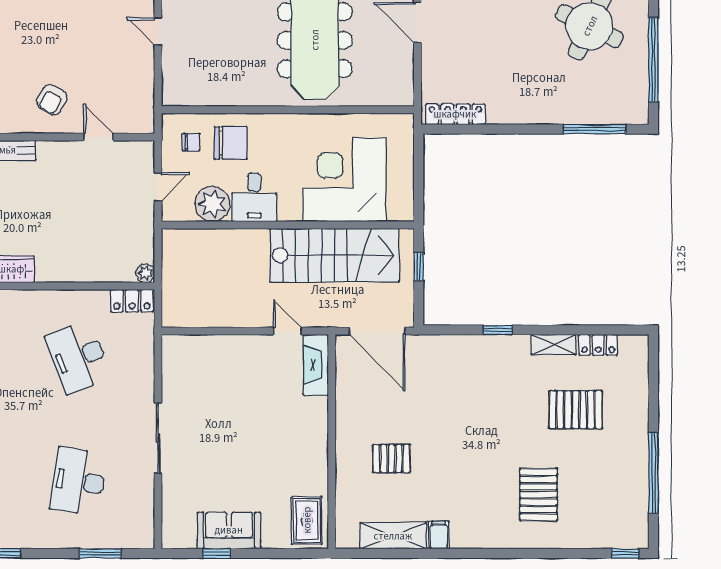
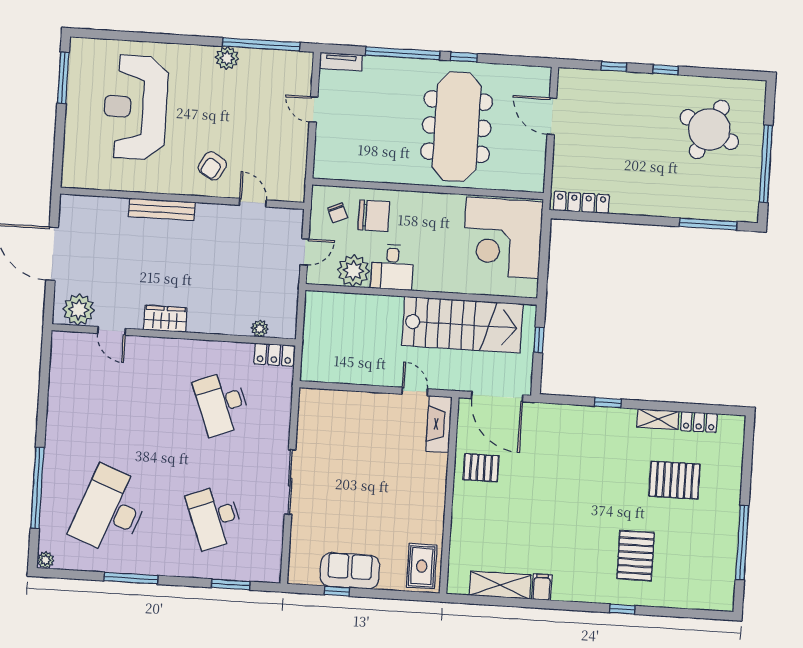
chair: (191, 142) -> (338, 213), turned 67
corner desk: (344, 180) -> (503, 238), moved, turned -90
plant: (145, 273) -> (260, 329), moved
pallet: (391, 459) -> (481, 468), moved
desk: (78, 481) -> (215, 517), turned -30
window: (625, 553) -> (622, 609), moved

